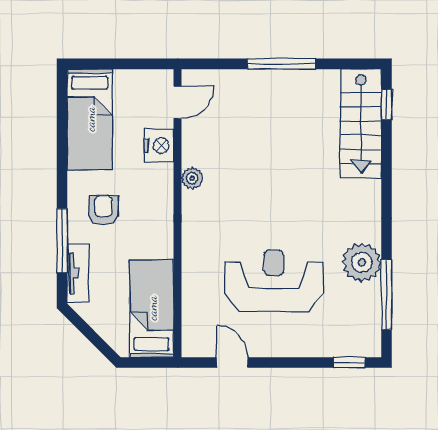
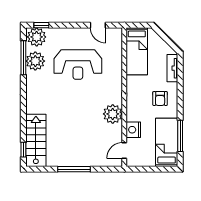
plant: (192, 178) -> (113, 114), width x1.88, depth x1.88
window: (62, 241) -> (180, 136), moved
plant: (362, 262) -> (35, 61), moved
plant: (359, 338) -> (37, 37), added

